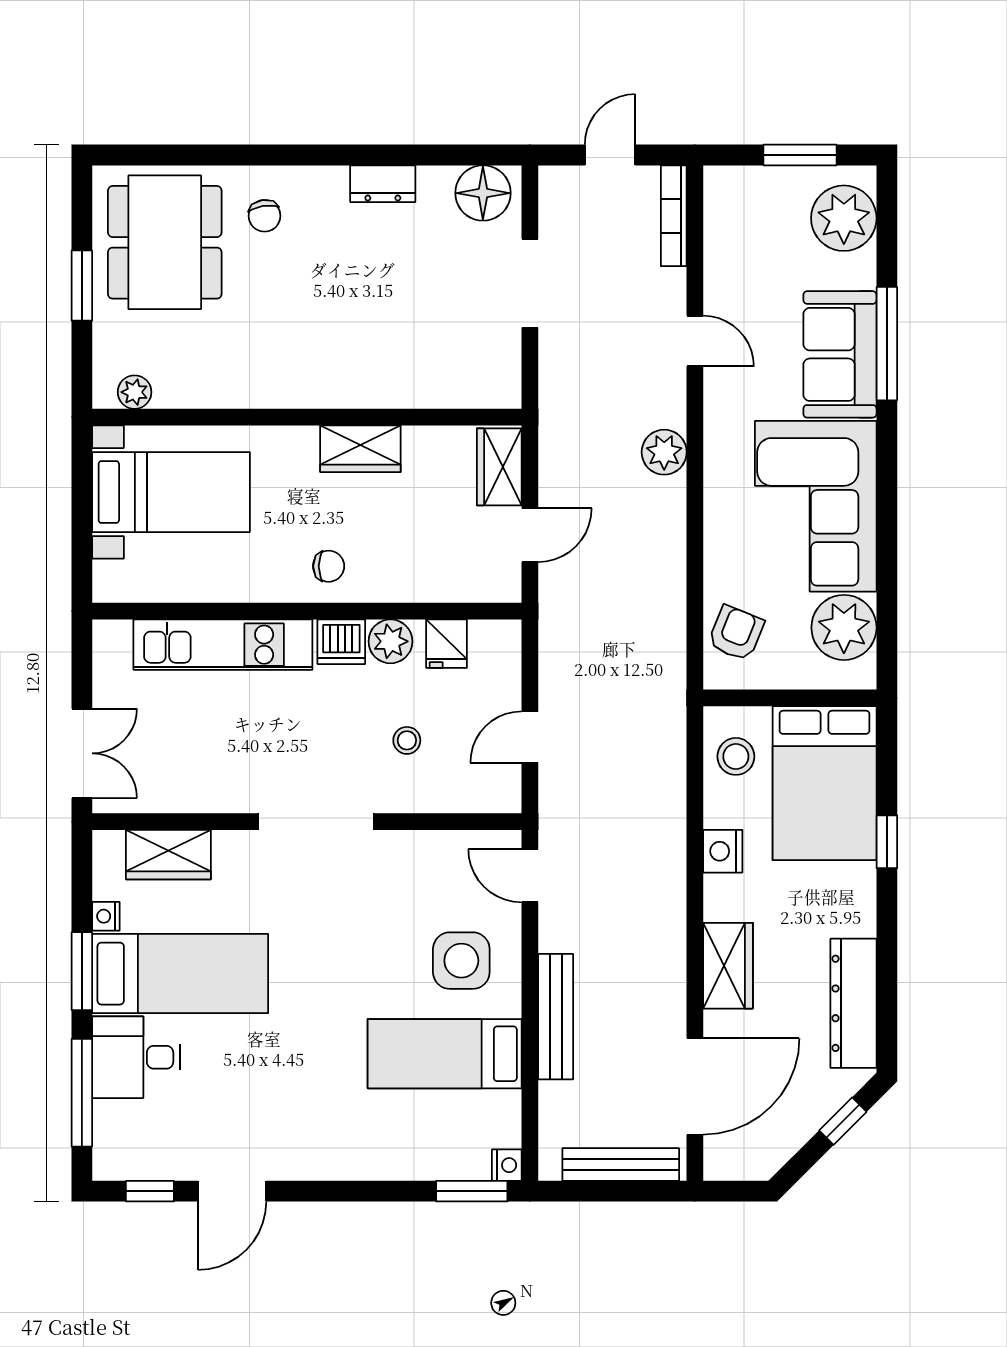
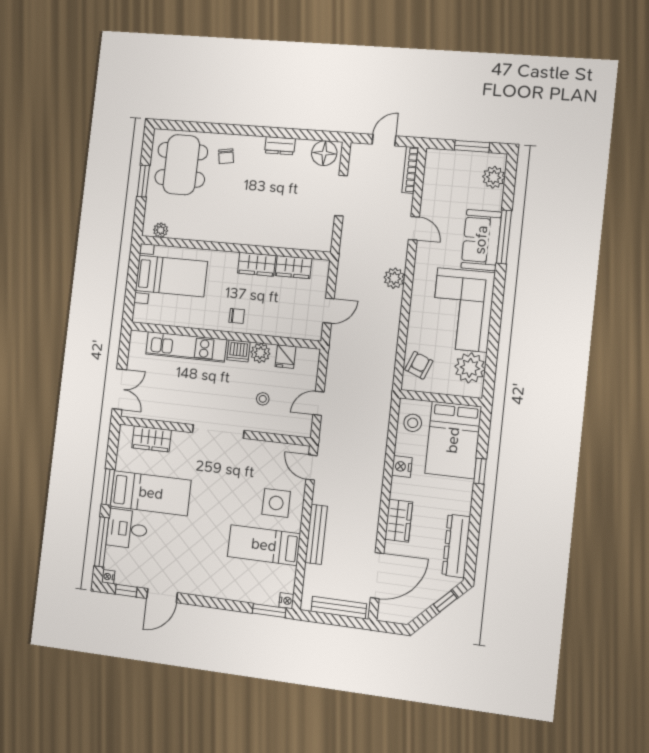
plant: (844, 218) -> (494, 177), width x0.73, depth x0.73
wardrobe: (499, 467) -> (293, 267), moved, turned -90
nightstand: (106, 916) -> (108, 577), moved

